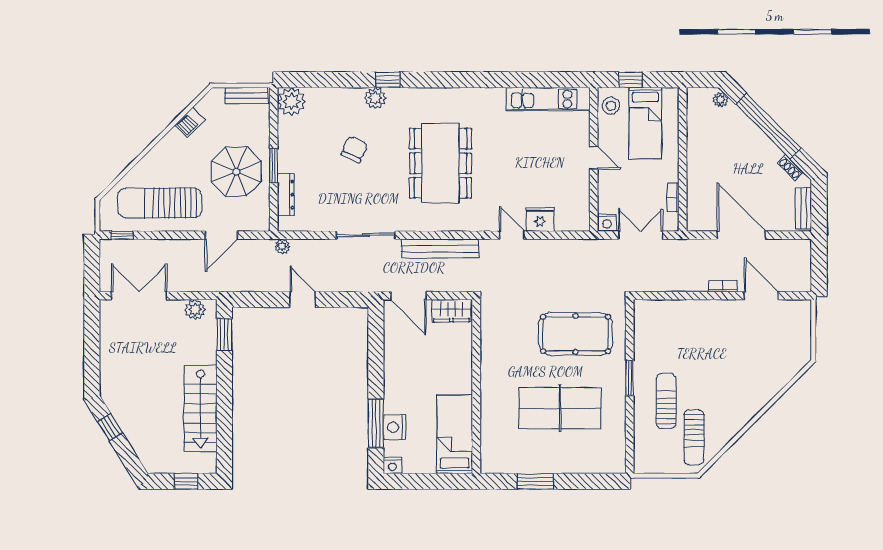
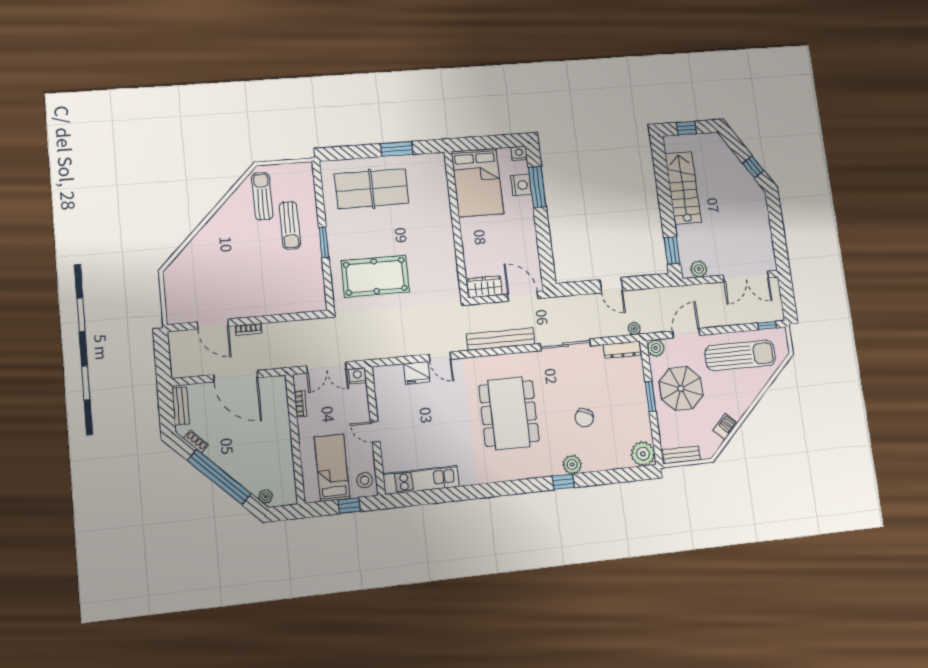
dresser: (286, 195) -> (622, 350), moved, turned -90
plant: (260, 221) -> (656, 348), added
table tennis table: (560, 408) -> (372, 189), moved
bed: (455, 434) -> (477, 182), width x1.50

